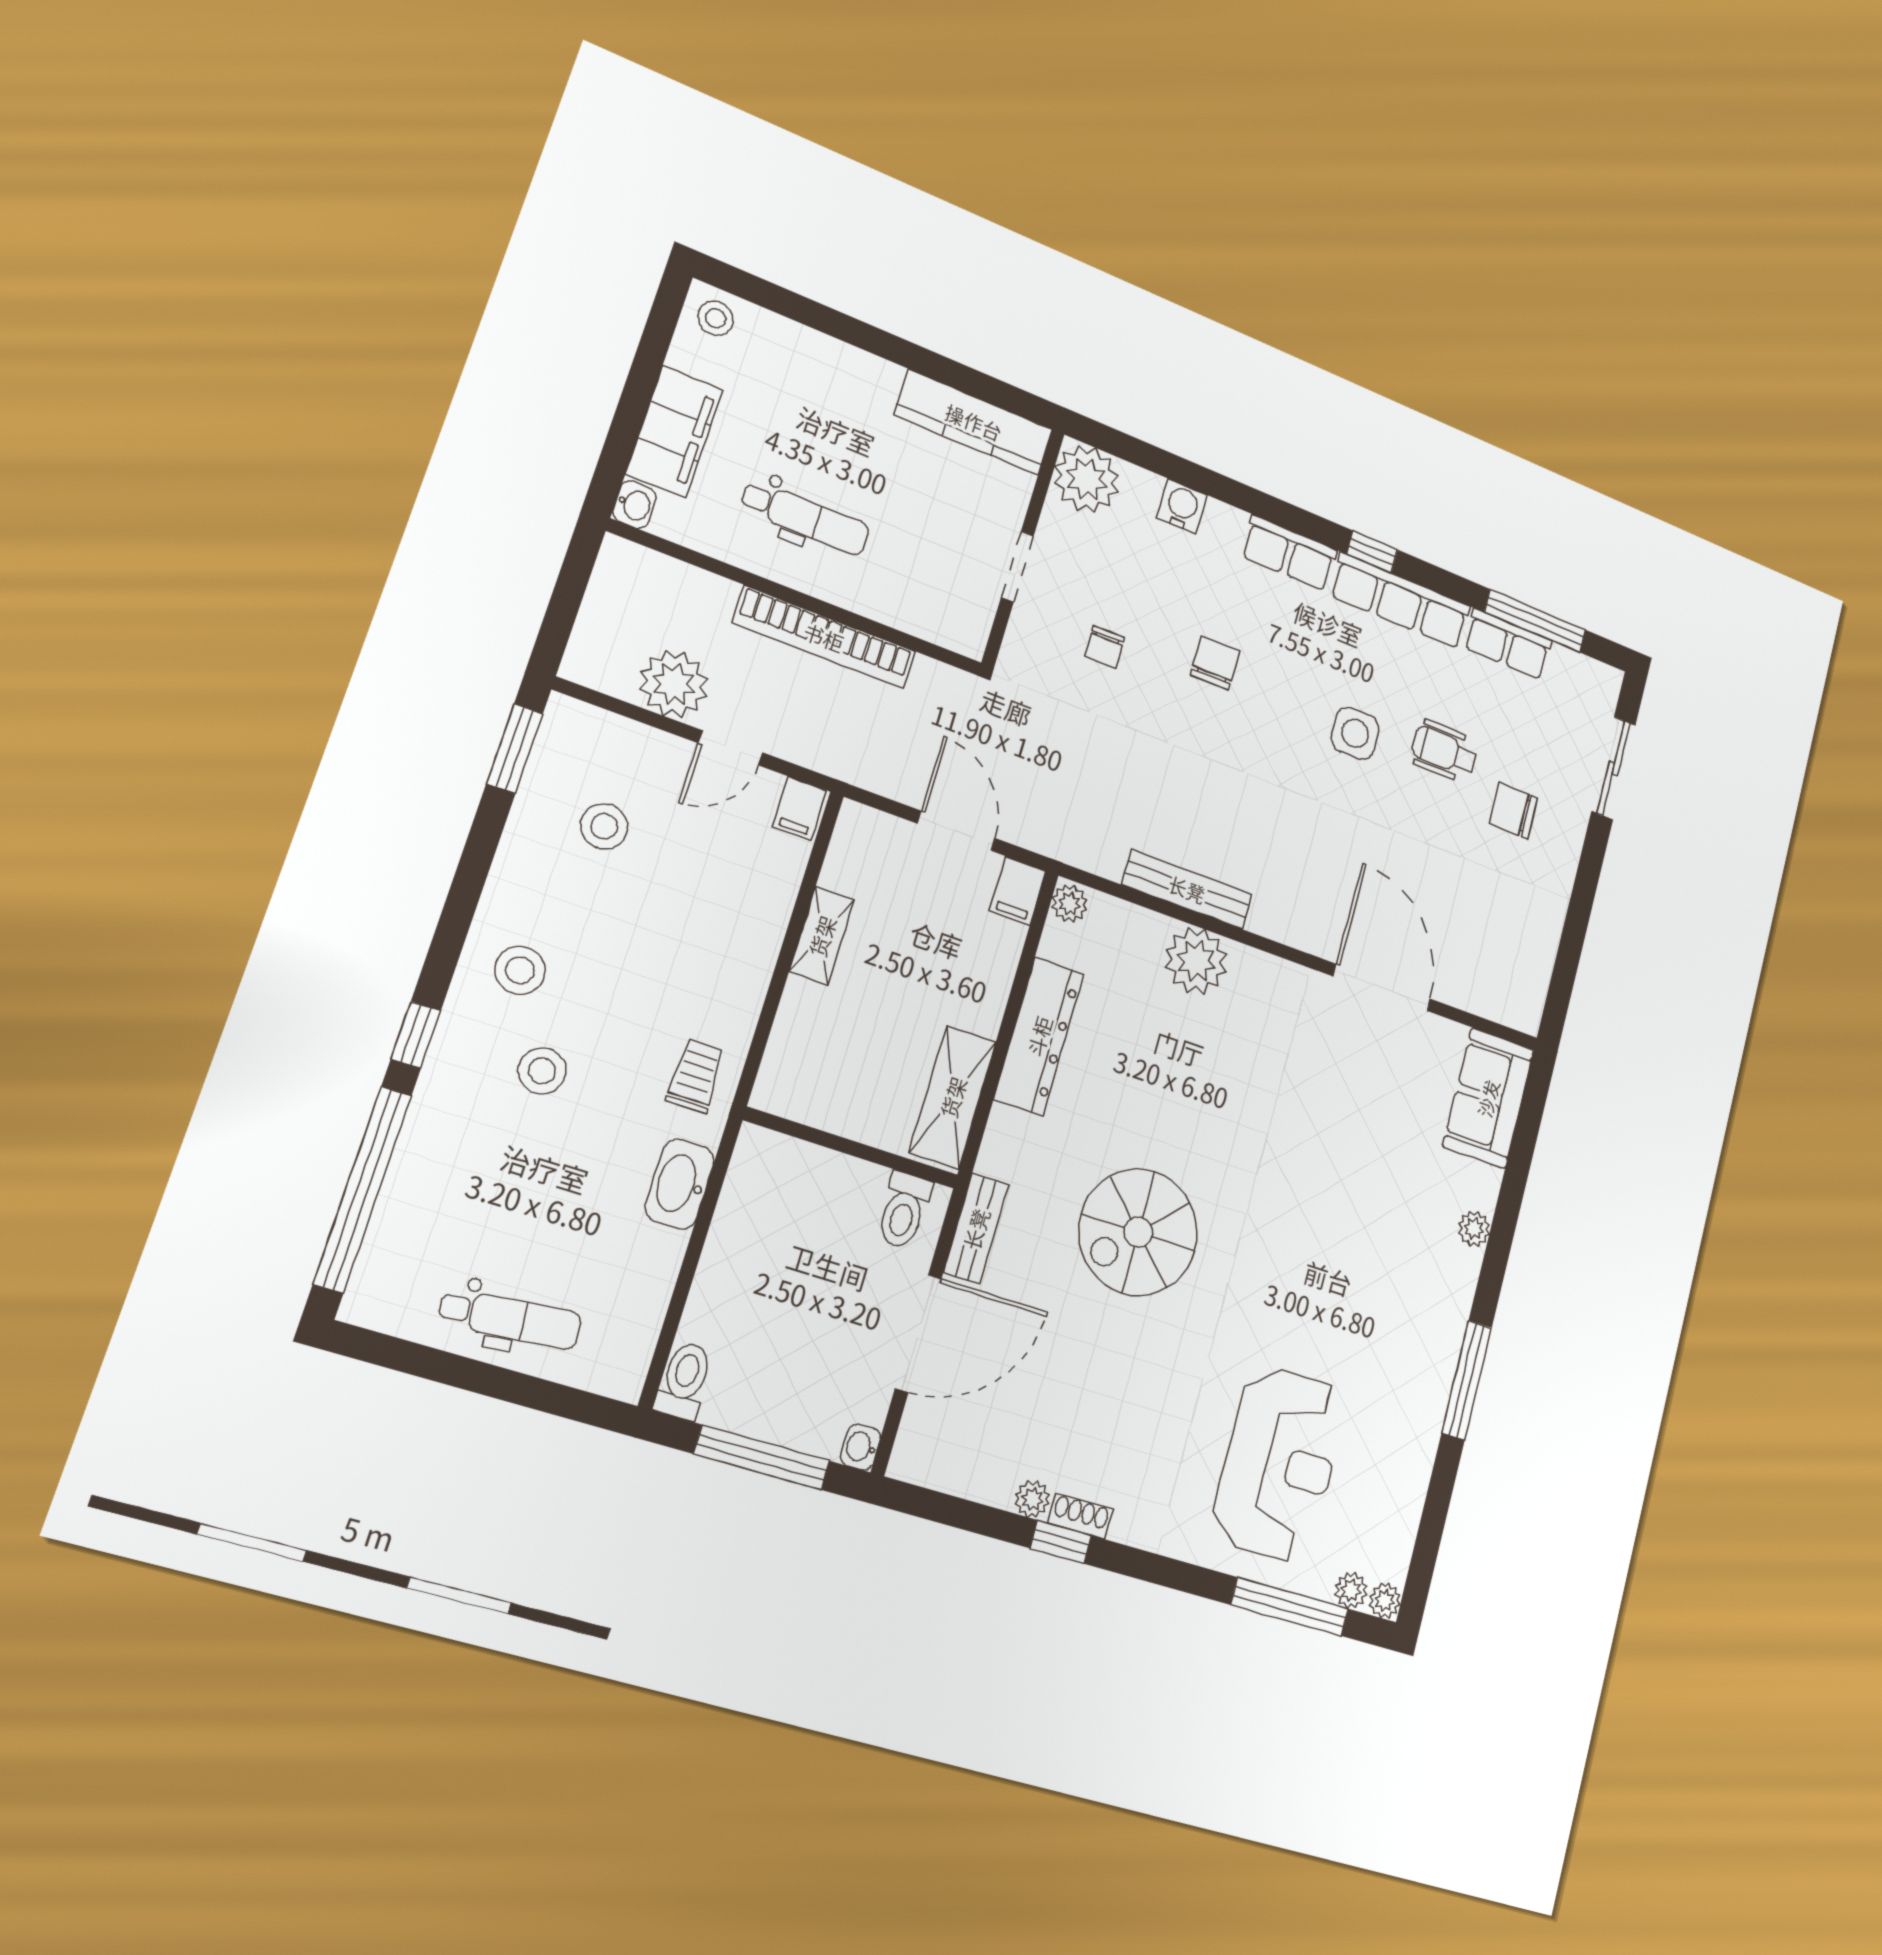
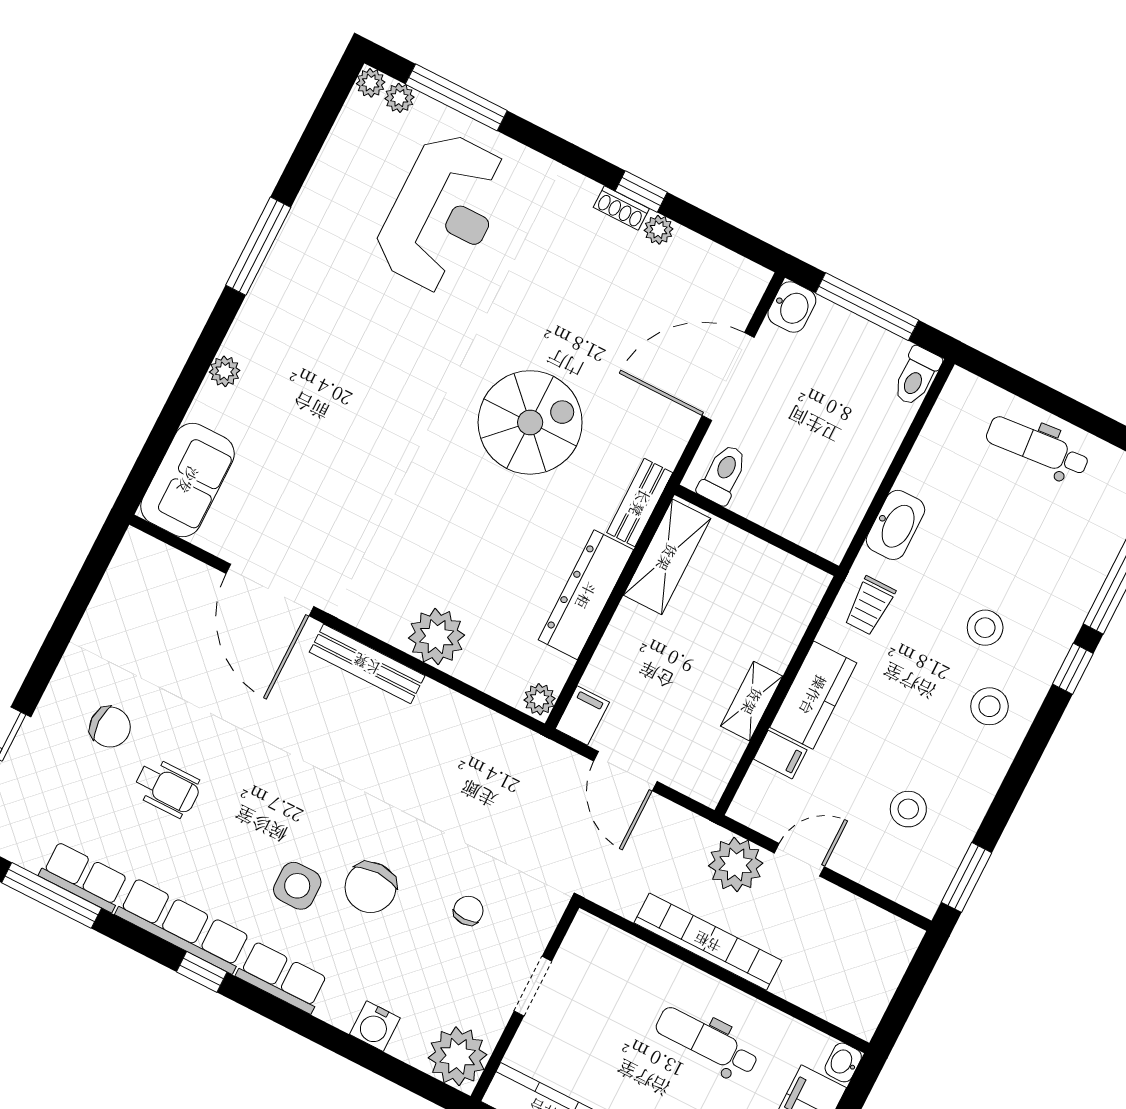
chair: (1215, 663) -> (370, 887), width x1.37, depth x1.37
plant: (674, 684) -> (736, 864), moved
side table: (1355, 733) -> (297, 886), moved
filing cabinet: (799, 809) -> (780, 755), moved, turned 90
bench: (1187, 889) -> (367, 664), moved
kitchen counter: (748, 953) -> (813, 695), added
bench: (976, 1229) -> (640, 503), moved
washbasin: (861, 1447) -> (792, 307), width x1.38, depth x1.45
reception desk: (1279, 1464) -> (443, 213), turned 180

